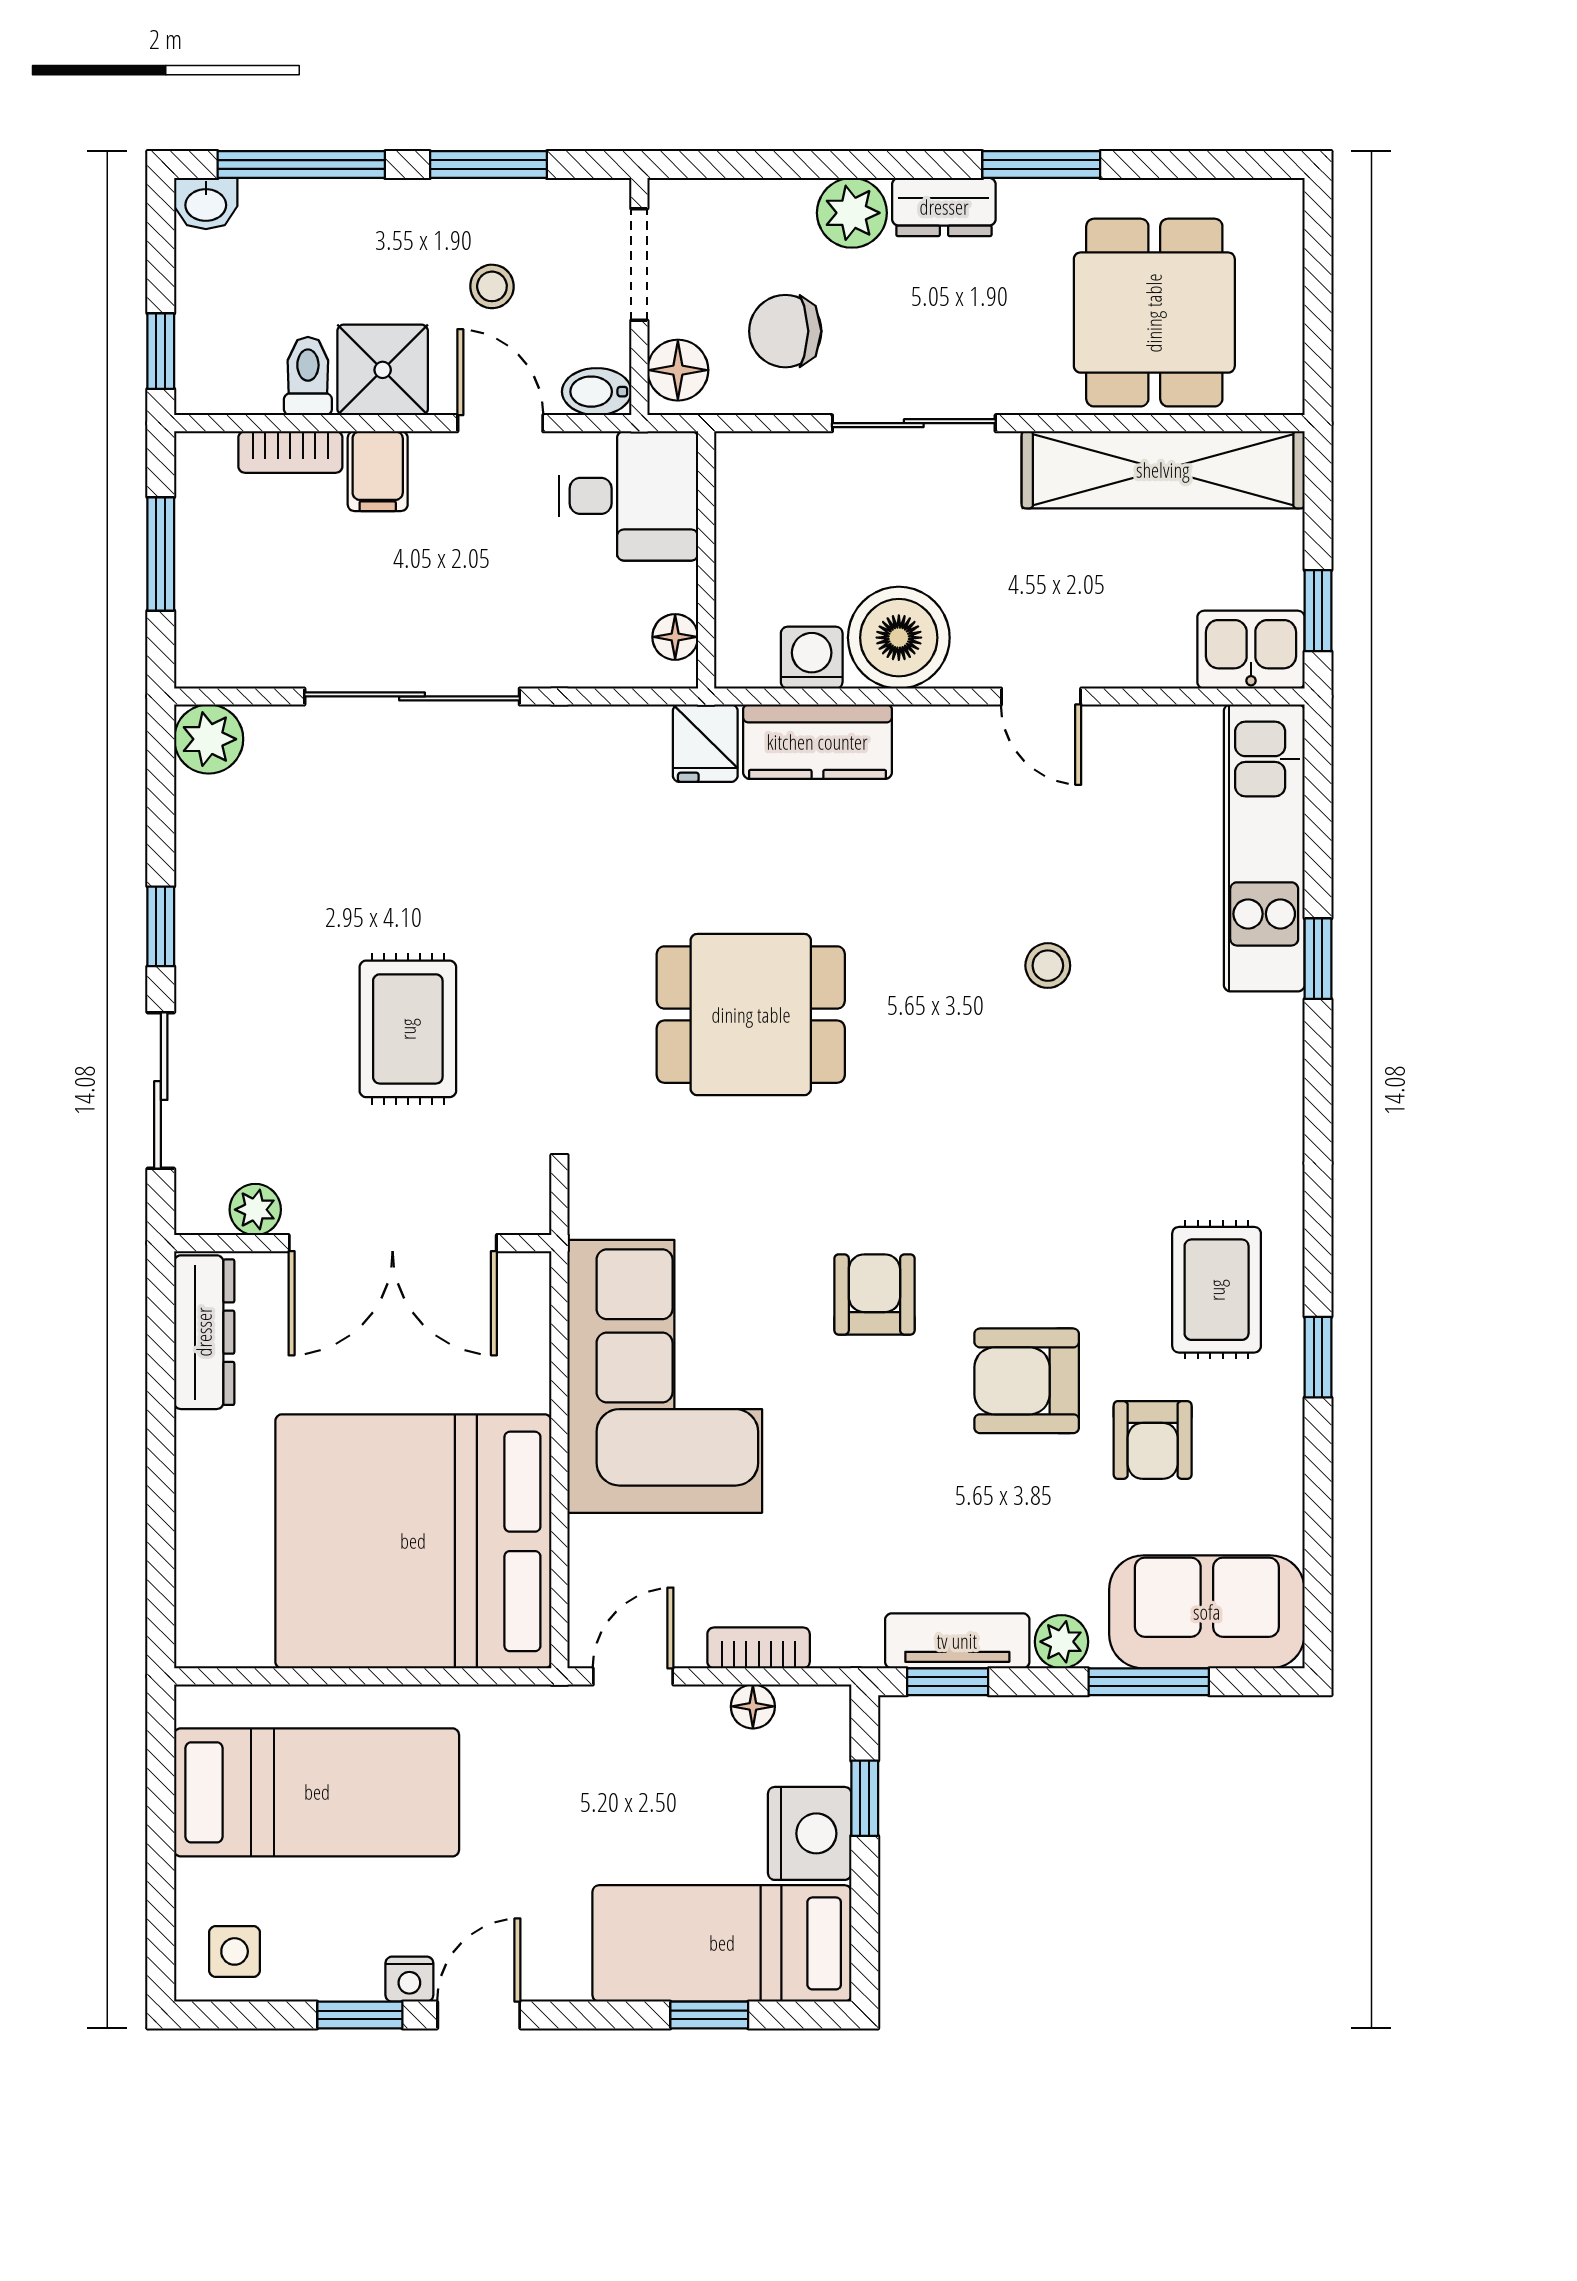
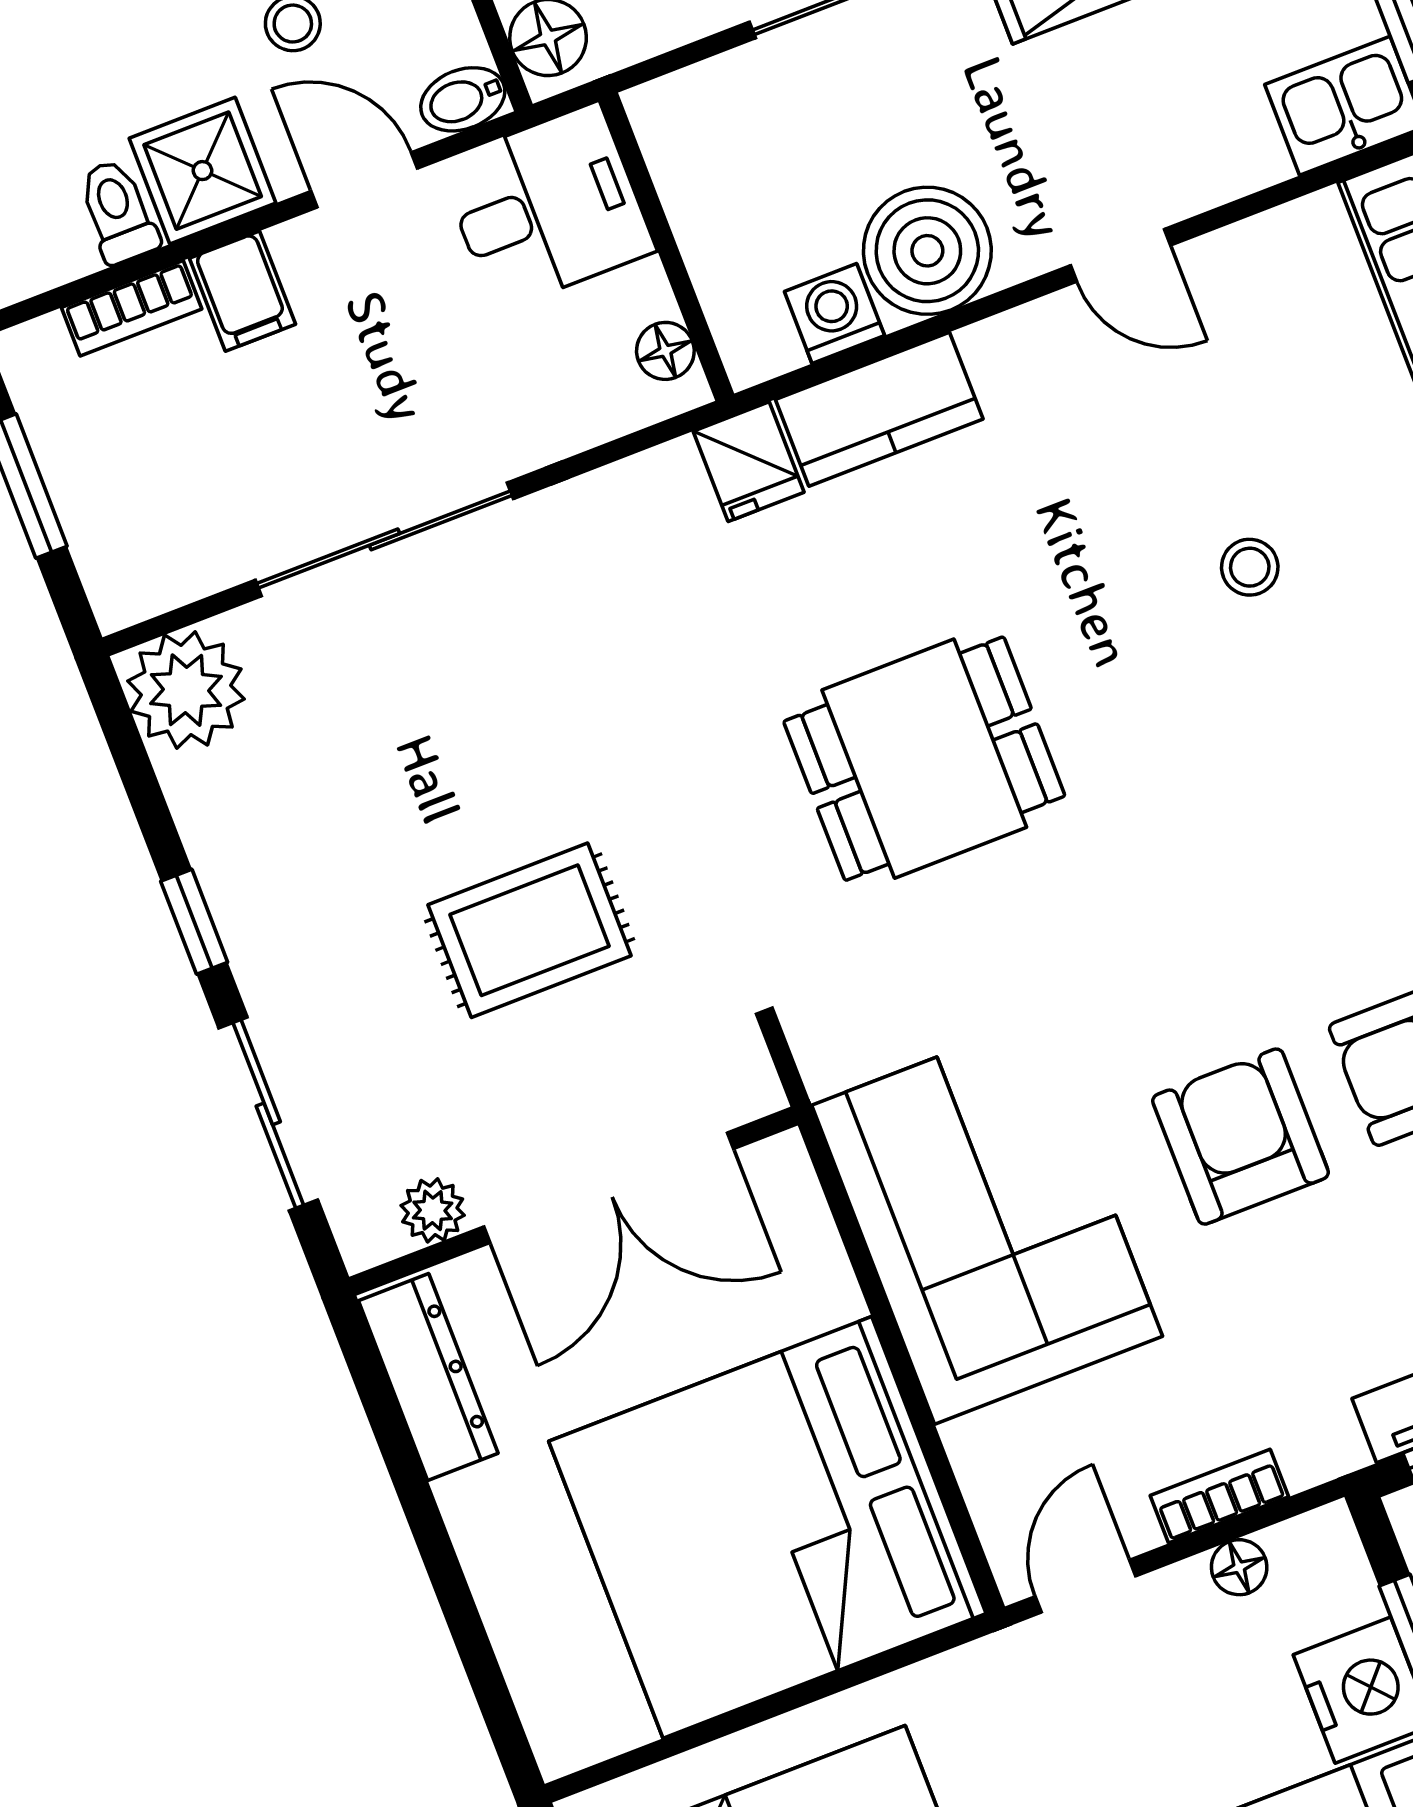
plant: (209, 739) -> (186, 690), width x1.36, depth x1.36
rug: (408, 1029) -> (530, 930), turned 90
armchair: (874, 1294) -> (1241, 1137), moved, width x1.38, depth x1.38

